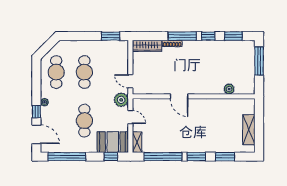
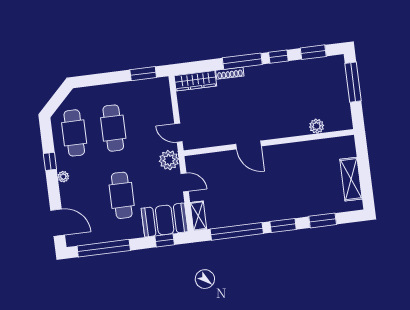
window: (36, 112) -> (50, 161), moved

